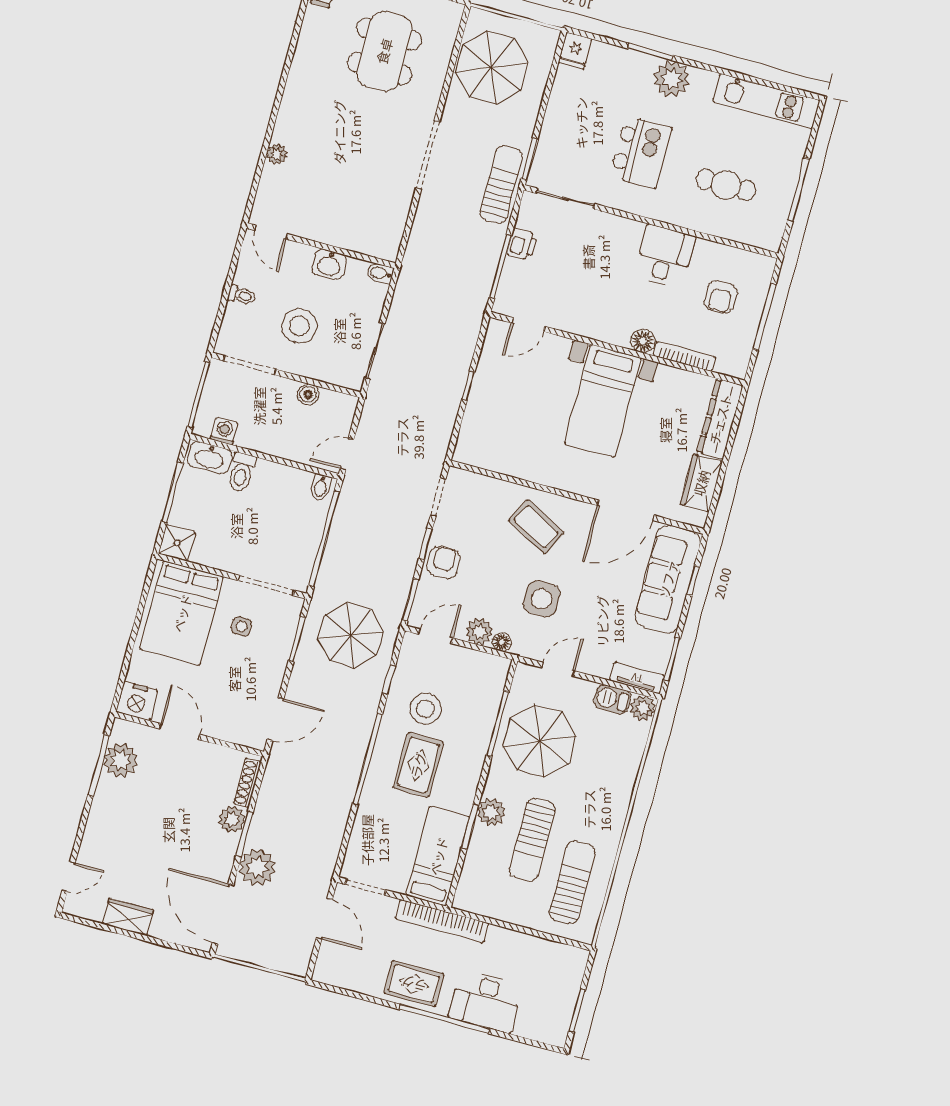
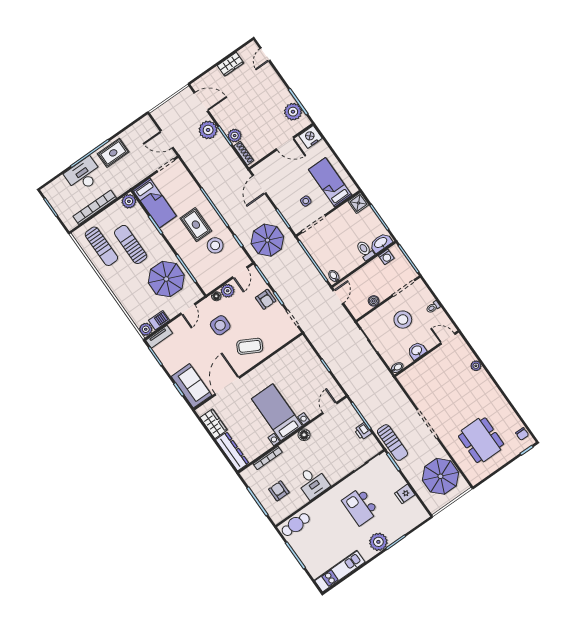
fridge: (575, 51) -> (405, 494), moved, turned -90
cafe table: (726, 185) -> (296, 525), moved
floor lamp: (643, 341) -> (304, 435), moved
sofa: (668, 579) -> (191, 386), width x0.73
bed: (182, 613) -> (330, 182), width x0.67
plant: (491, 812) -> (129, 201), moved
door: (223, 914) -> (201, 102), width x0.73
bookcase: (442, 921) -> (95, 207), moved

